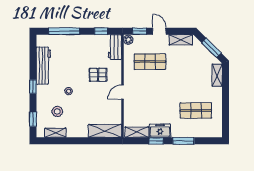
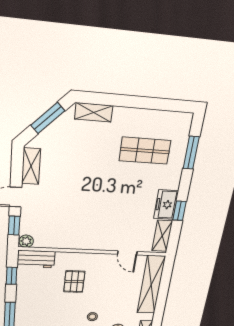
shop shelf: (150, 62) -> (62, 213), removed
door: (122, 92) -> (127, 253), moved
shop shelf: (196, 110) -> (145, 151), turned 90
shelving: (105, 131) -> (151, 285), width x1.47
window: (183, 141) -> (191, 153), moved

